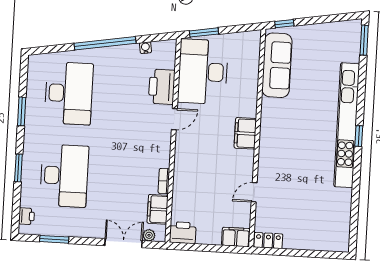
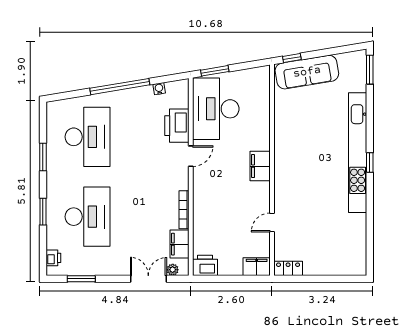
sofa: (277, 65) -> (307, 72), moved, turned 81
bookcase: (164, 181) -> (184, 210), width x1.56

